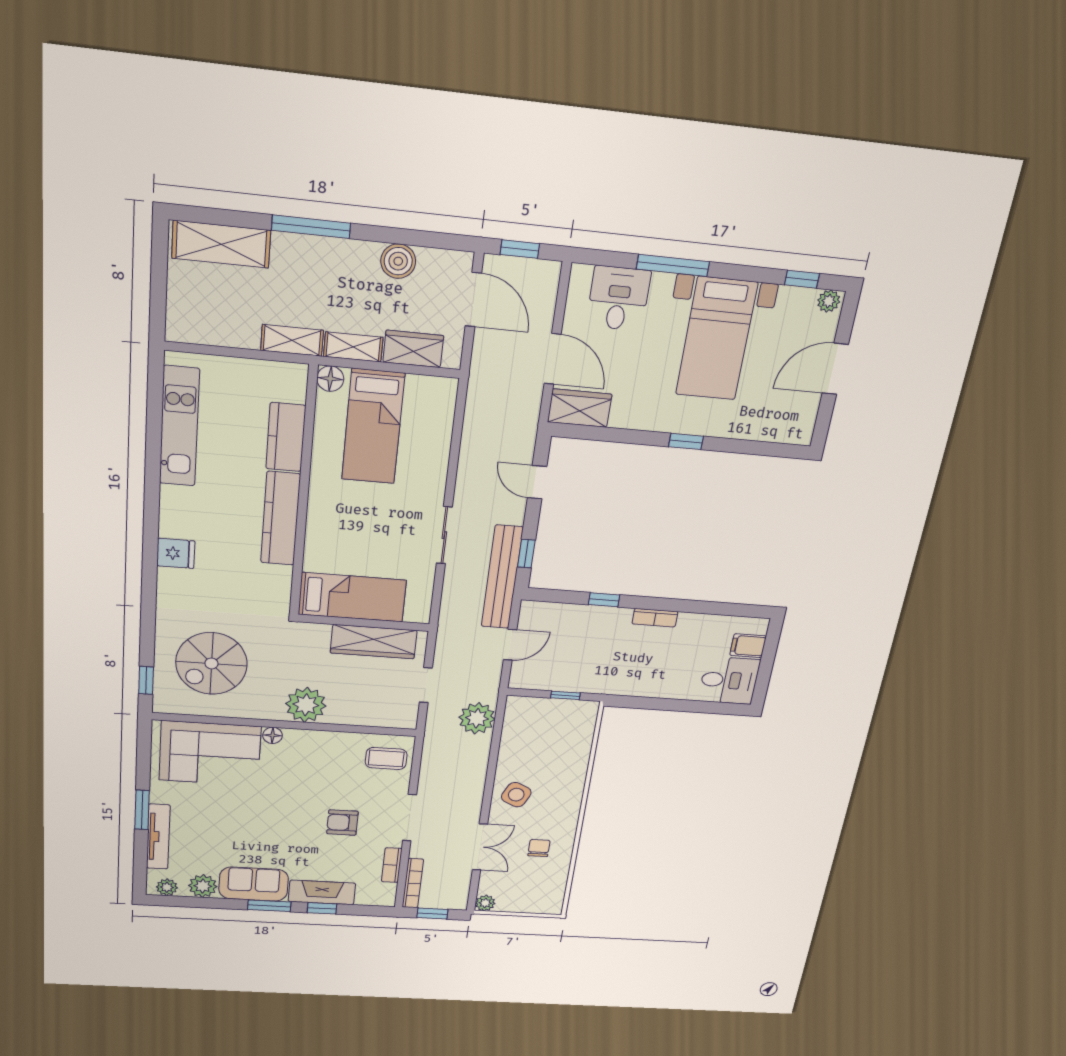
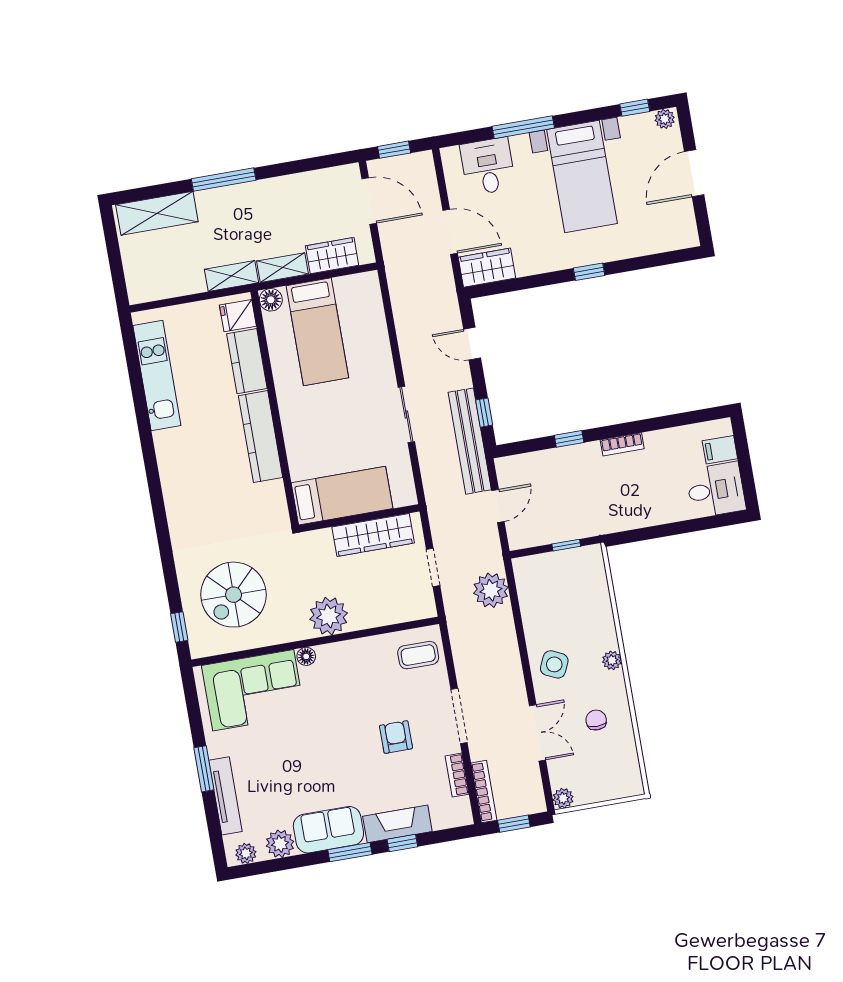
boiler: (398, 261) -> (300, 187), removed
fridge: (176, 553) -> (238, 316), moved, turned 180
plant: (572, 803) -> (612, 660), added
armchair: (342, 823) -> (396, 737), turned 90

